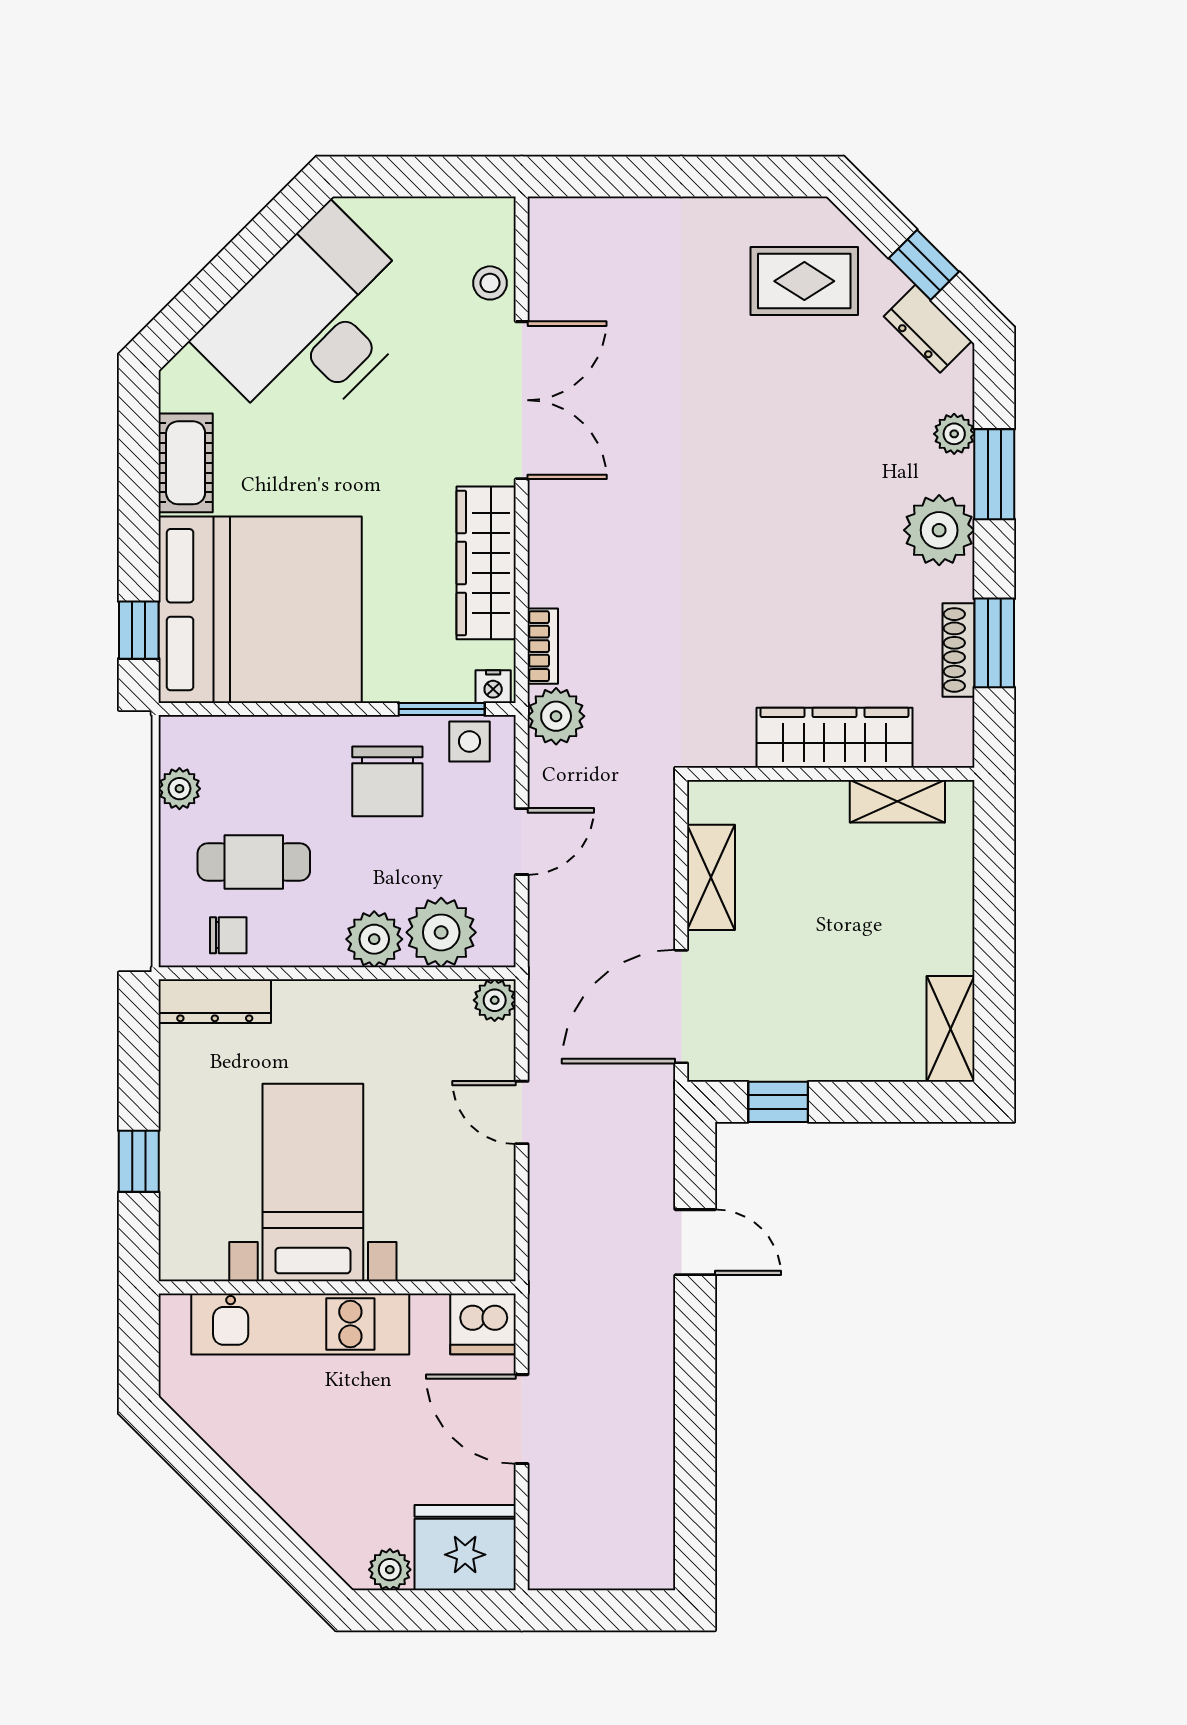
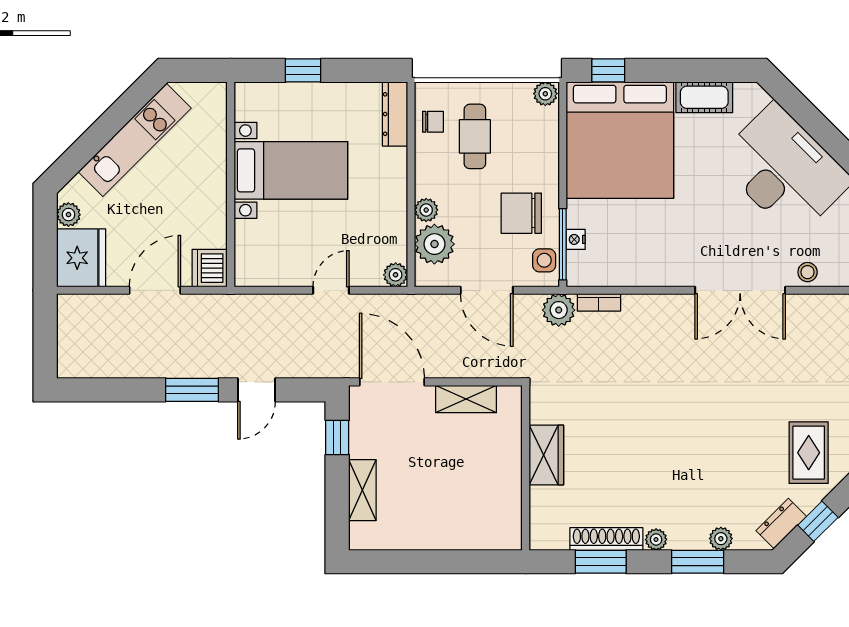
plant: (939, 530) -> (656, 539), width x0.53, depth x0.53
wardrobe: (486, 563) -> (647, 270), removed
shoe rack: (958, 650) -> (606, 539), width x1.36, depth x1.24
nightstand: (493, 687) -> (576, 239), moved
window: (442, 709) -> (563, 244), width x1.44
wardrobe: (834, 738) -> (546, 455), width x0.67
plant: (179, 789) -> (545, 94), moved
shelving: (897, 801) -> (510, 506), removed
door: (522, 841) -> (487, 290), width x1.38
chair: (228, 935) -> (433, 122), turned -90
plant: (374, 939) -> (426, 210), width x0.73, depth x0.73
shelving: (950, 1029) -> (362, 490), moved, turned 90
kitchen unit: (300, 1324) -> (135, 140), moved, turned -135
window: (695, 1355) -> (192, 390), added

